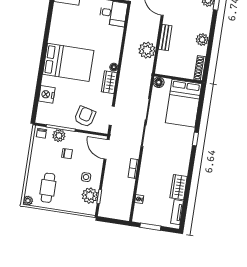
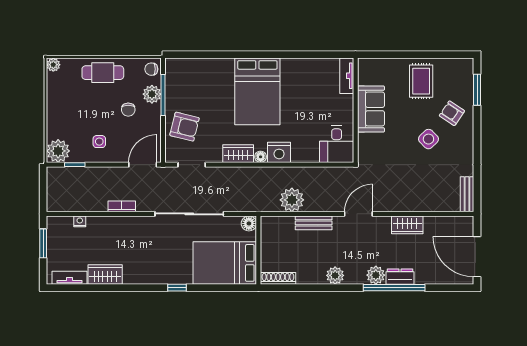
plant: (202, 40) -> (335, 275), moved
nightstand: (47, 94) -> (279, 152), moved, turned 180
cafe table: (48, 188) -> (103, 73), moved
plant: (90, 196) -> (58, 151), moved

